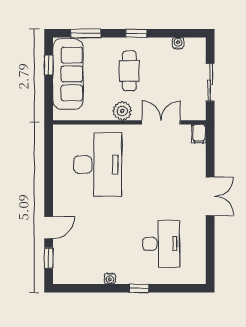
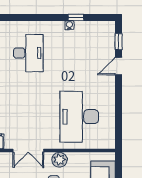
desk: (161, 244) -> (28, 53), turned 180
window: (139, 288) -> (76, 17), moved

